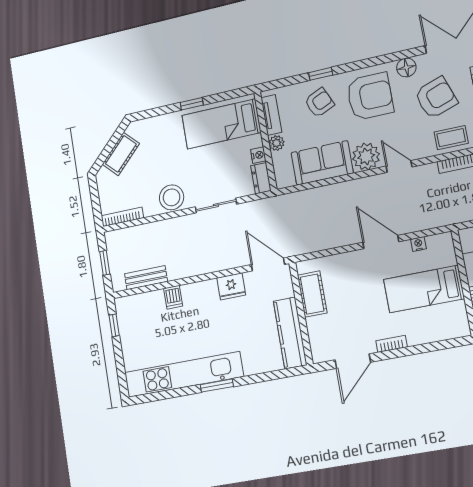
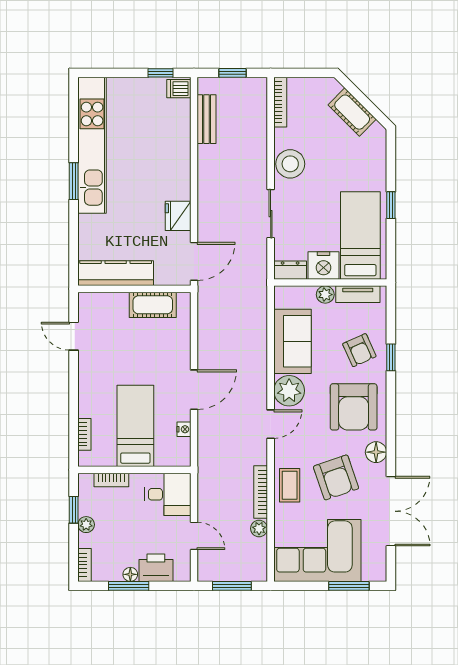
nightstand: (258, 155) -> (324, 266), width x1.89, depth x1.79
dishwasher: (173, 297) -> (179, 89), moved
bookcase: (391, 344) -> (84, 434), moved
door: (353, 361) -> (74, 336), width x0.73

